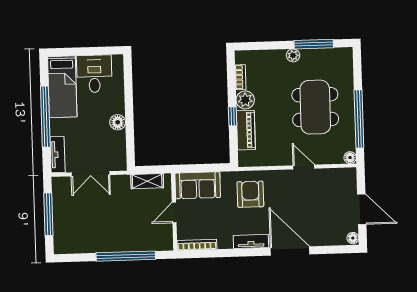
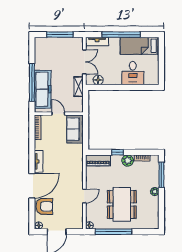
window: (314, 44) -> (161, 175), moved
desk: (94, 74) -> (133, 73), moved, turned 90
dining table: (315, 107) -> (122, 204), turned 90
floor lamp: (118, 122) -> (98, 80), moved
piano: (246, 130) -> (98, 160), moved
double door: (90, 174) -> (84, 62), swing flipped
shelving: (147, 181) -> (79, 87), moved
armchair: (250, 194) -> (44, 206), moved
freezer: (136, 239) -> (43, 89), added

